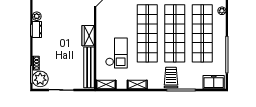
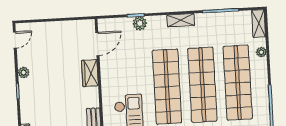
dresser: (37, 30) -> (25, 90), removed
wardrobe: (88, 36) -> (90, 73), moved

